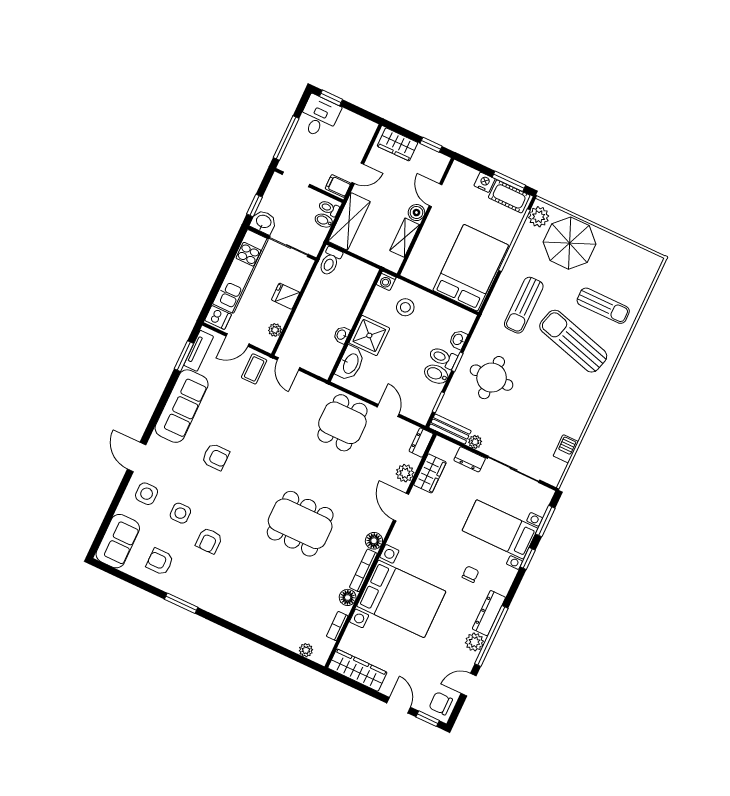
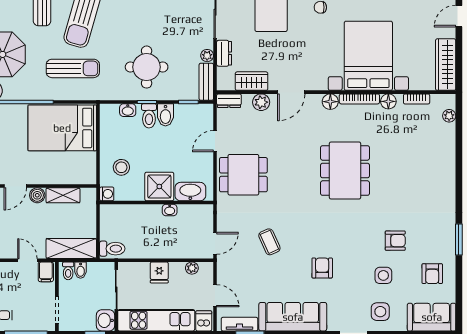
coffee table: (254, 369) -> (269, 242), moved, turned 66

